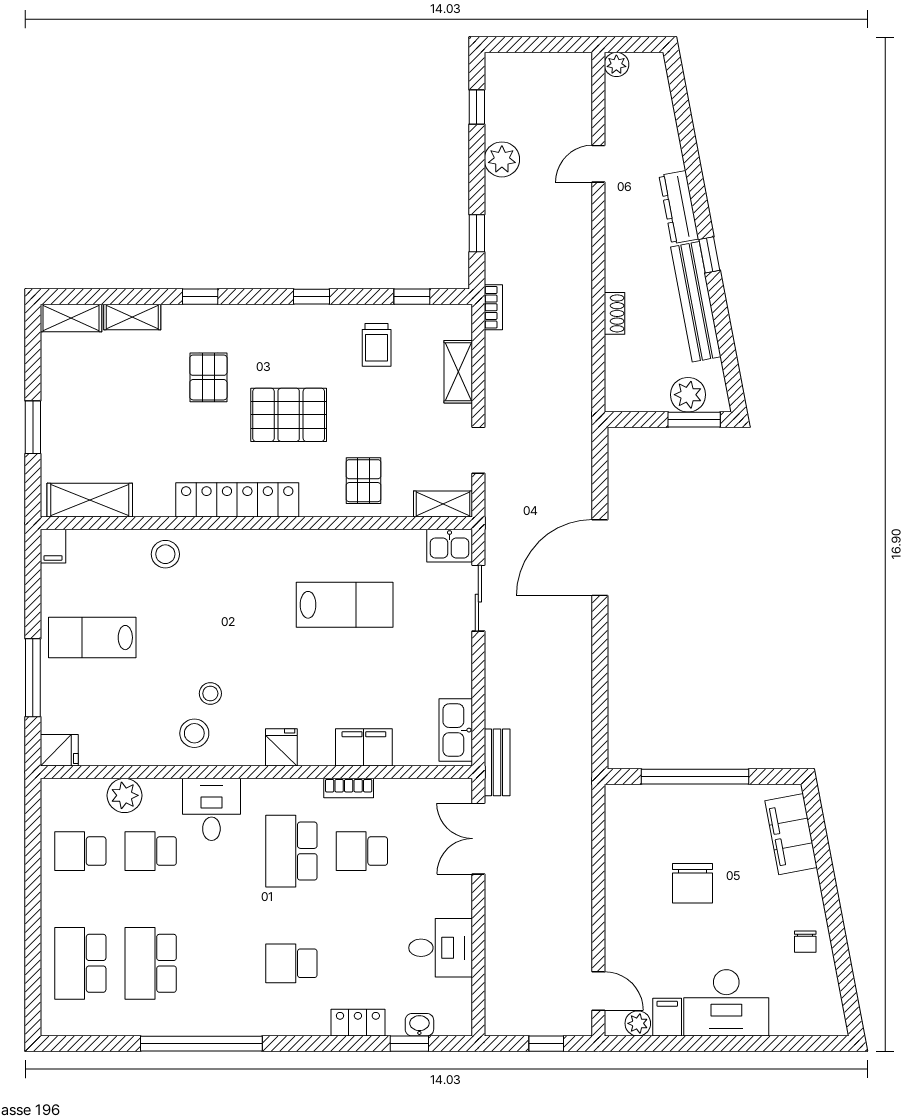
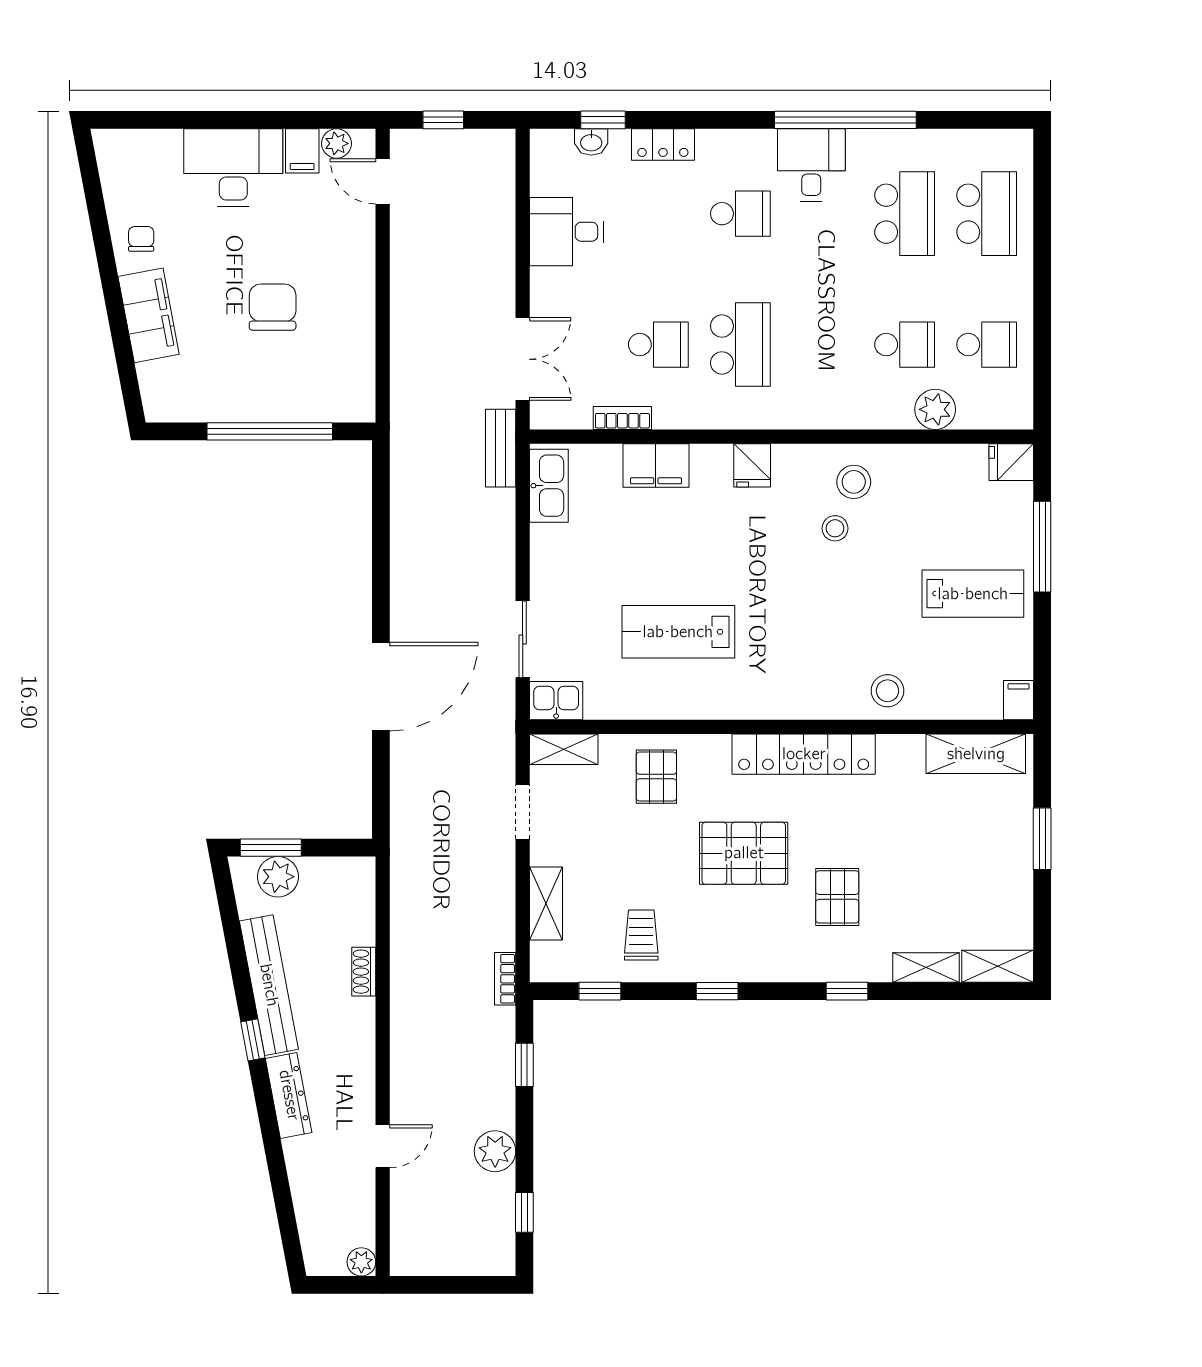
bookcase: (349, 788) -> (622, 418), moved
desk: (211, 809) -> (811, 165), moved, turned 180
filing cabinet: (791, 834) -> (149, 315), moved

